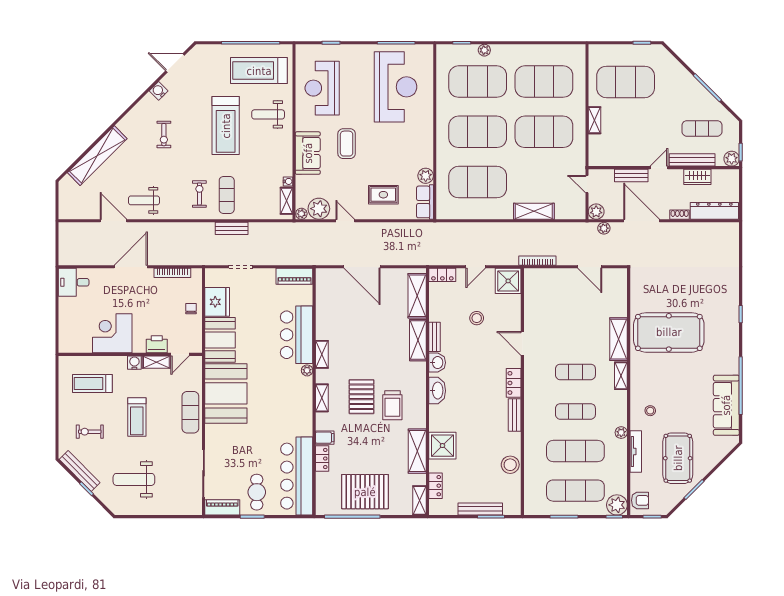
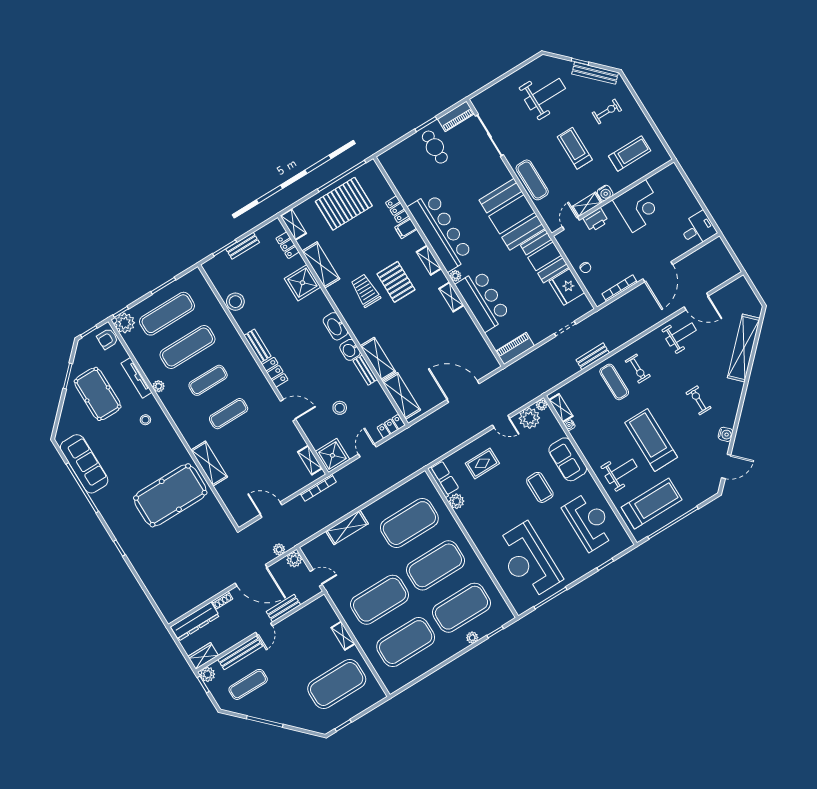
wardrobe: (697, 177) -> (203, 656), moved
shelving: (621, 376) -> (310, 460), moved
bar counter: (297, 476) -> (440, 232), moved
bench: (480, 509) -> (243, 246), width x0.73

